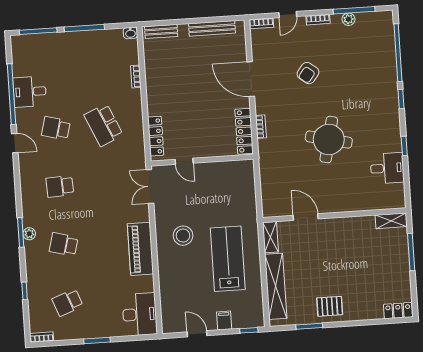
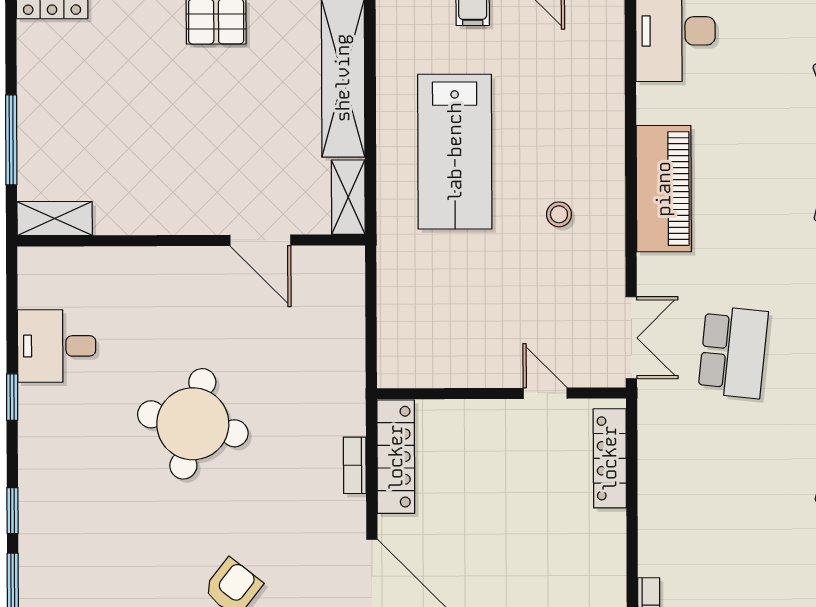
school desk: (104, 125) -> (733, 352), moved, turned 30
stool: (183, 236) -> (559, 214), width x0.53, depth x0.53

